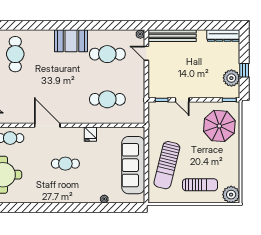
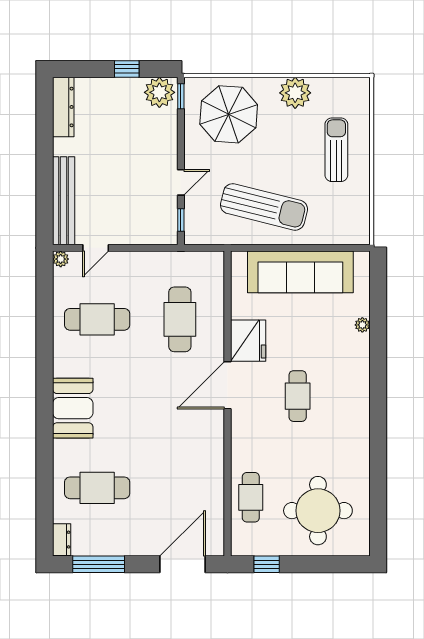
booth: (71, 41) -> (73, 408), moved
cafe table: (107, 54) -> (97, 319), turned 90
plant: (231, 78) -> (159, 92), moved
door: (47, 125) -> (227, 385), moved
fridge: (90, 134) -> (248, 341), width x1.88, depth x1.34
sun lounger: (167, 165) -> (264, 207), moved
plant: (231, 195) -> (295, 93), moved

